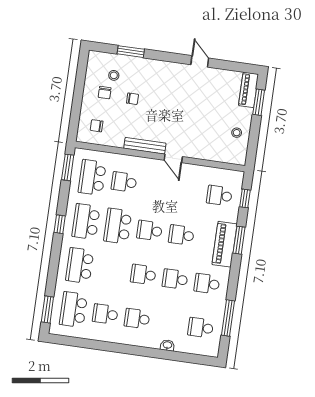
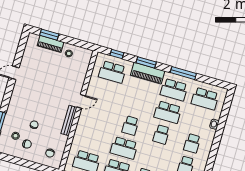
piano: (248, 90) -> (51, 44), moved
school desk: (124, 182) -> (93, 139), removed
school desk: (219, 196) -> (112, 72), width x1.85
school desk: (181, 235) -> (137, 103), removed
school desk: (175, 279) -> (168, 112), width x1.85
school desk: (207, 284) -> (174, 90), width x1.85
window: (228, 318) -> (183, 73), moved
school desk: (201, 328) -> (205, 99), width x1.85

